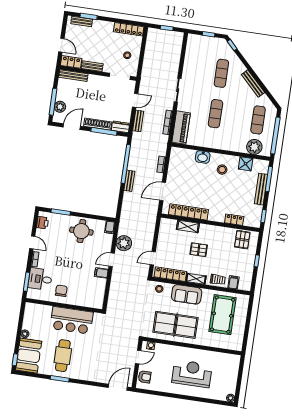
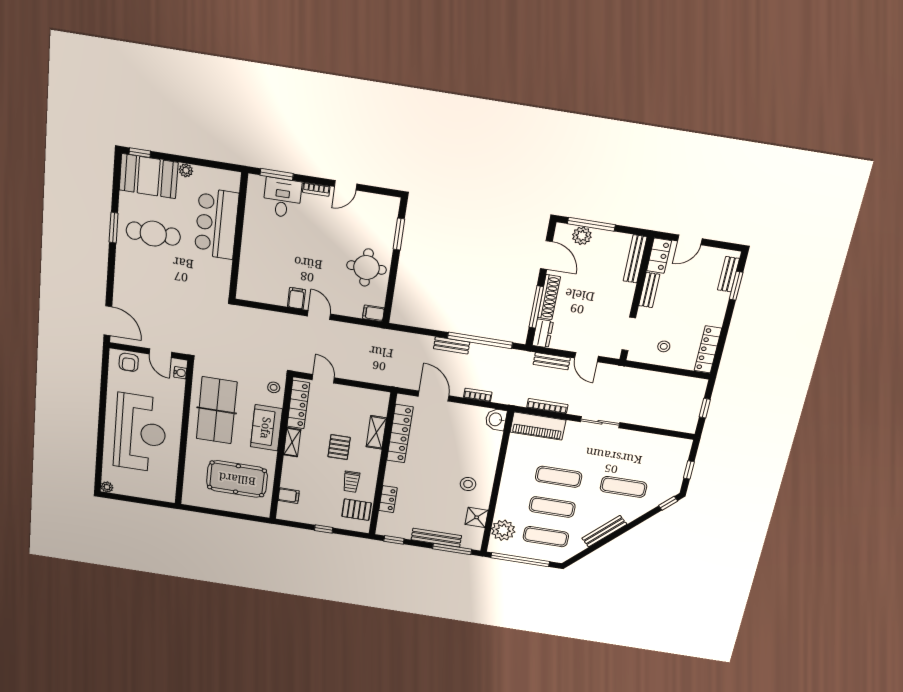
exercise mat: (237, 117) -> (552, 507), added
washbasin: (203, 157) -> (496, 419), moved
printer: (43, 223) -> (380, 203), removed
plant: (124, 243) -> (347, 335), removed
trolley: (218, 280) -> (351, 482), moved
chair: (61, 291) -> (263, 233), removed
bar counter: (72, 320) -> (216, 224), moved
reception desk: (192, 374) -> (140, 433), width x1.36, depth x1.30

